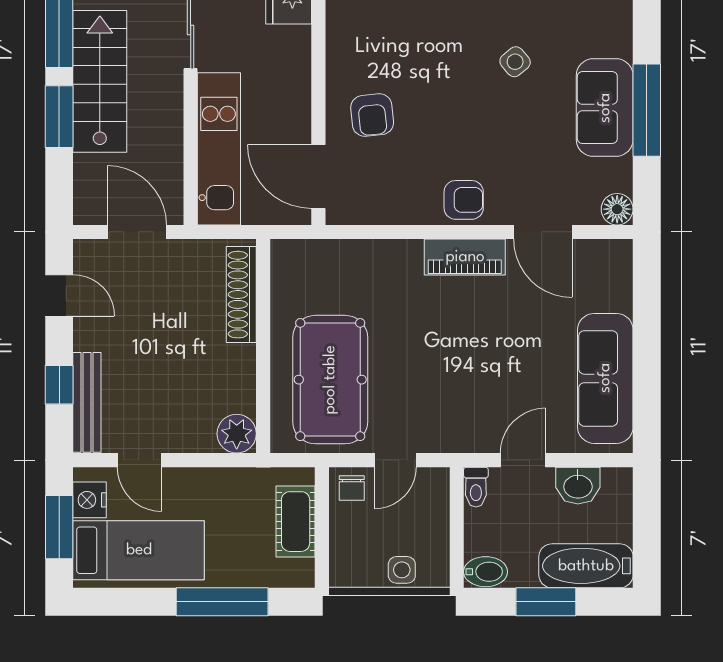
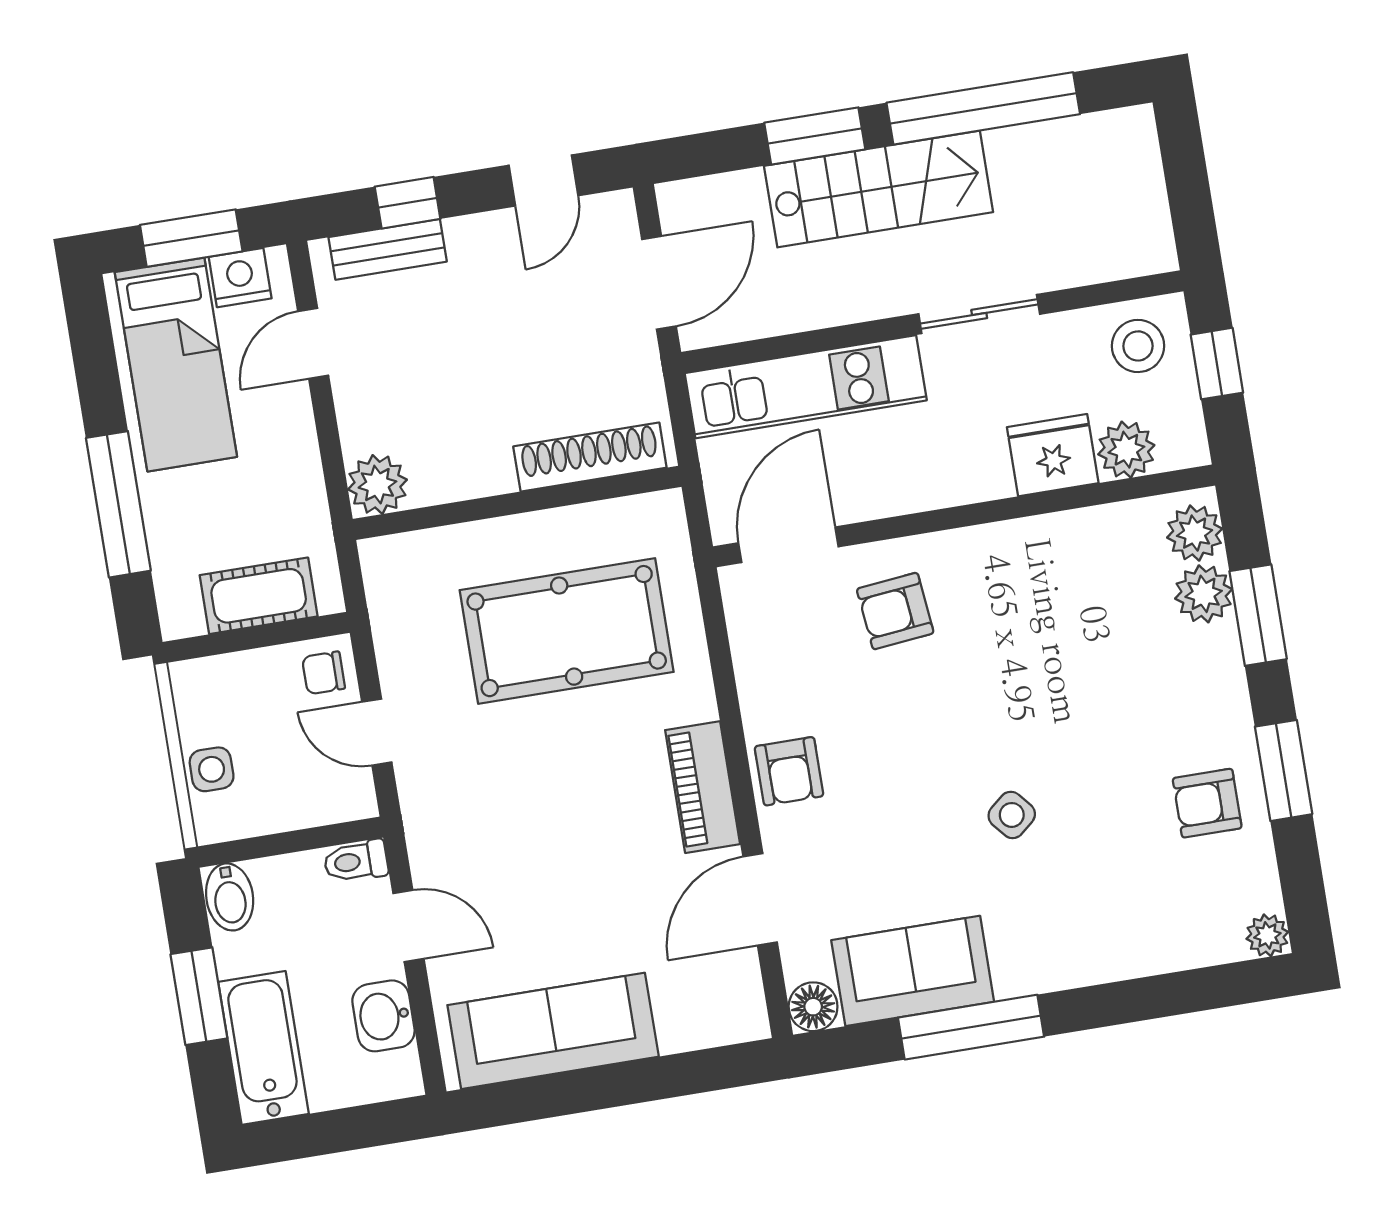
sofa: (605, 108) -> (913, 971), moved
pool table: (330, 380) -> (567, 631), moved
bench: (87, 402) -> (388, 249), width x0.73

